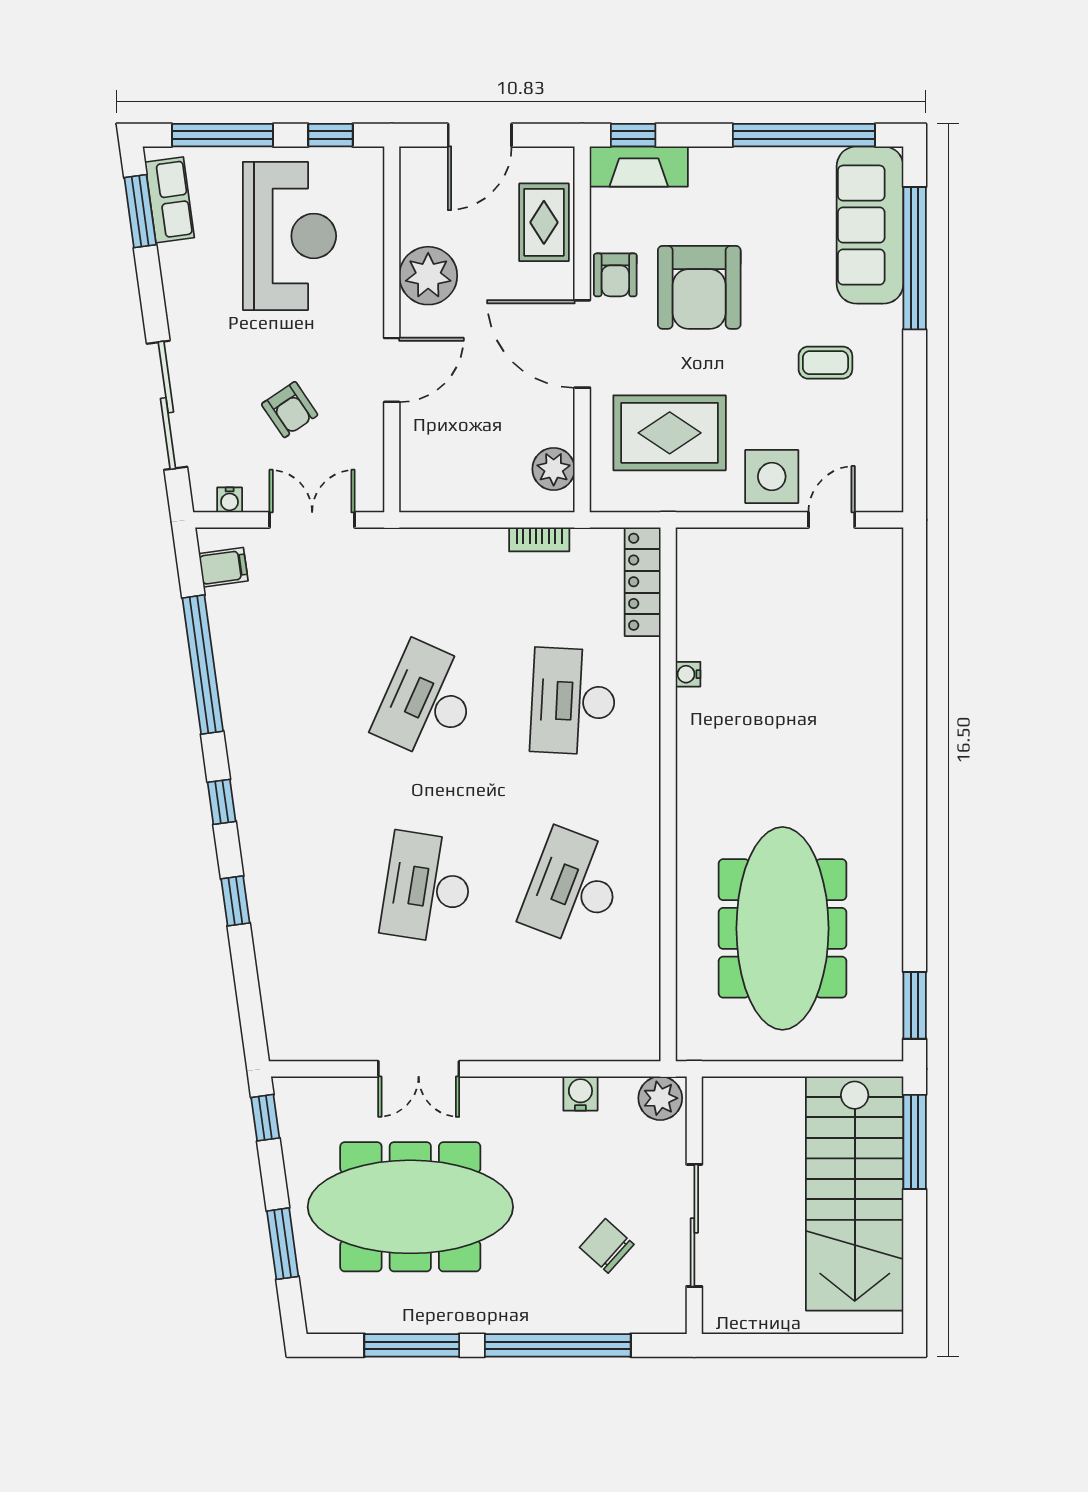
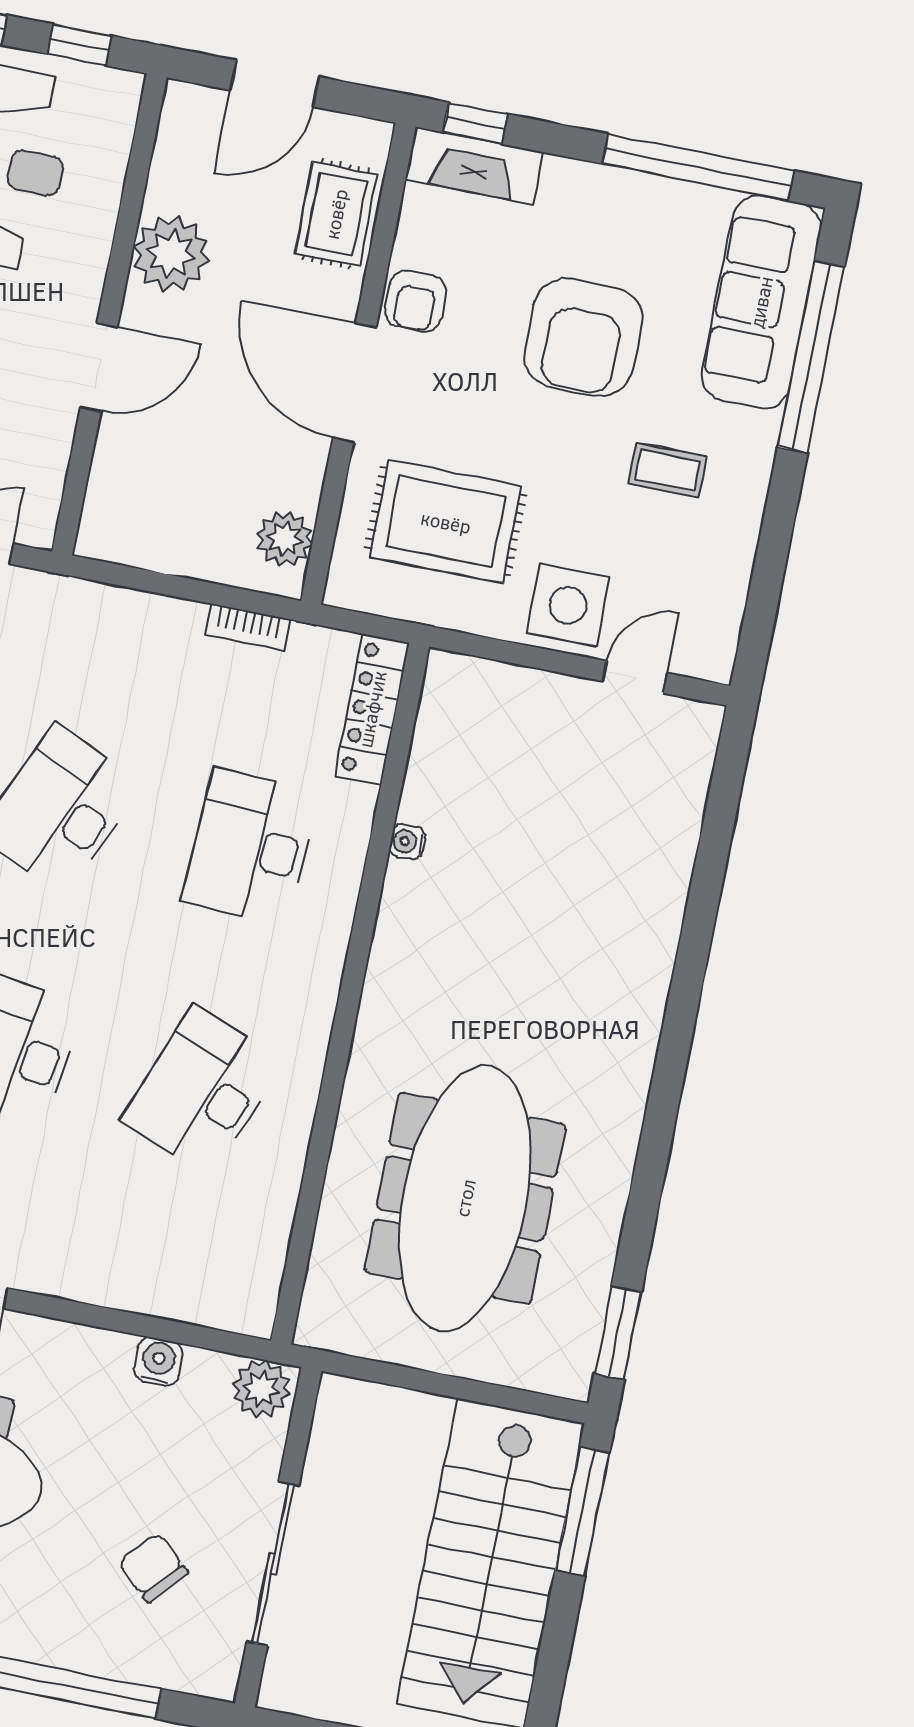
armchair: (699, 287) -> (583, 337), moved

